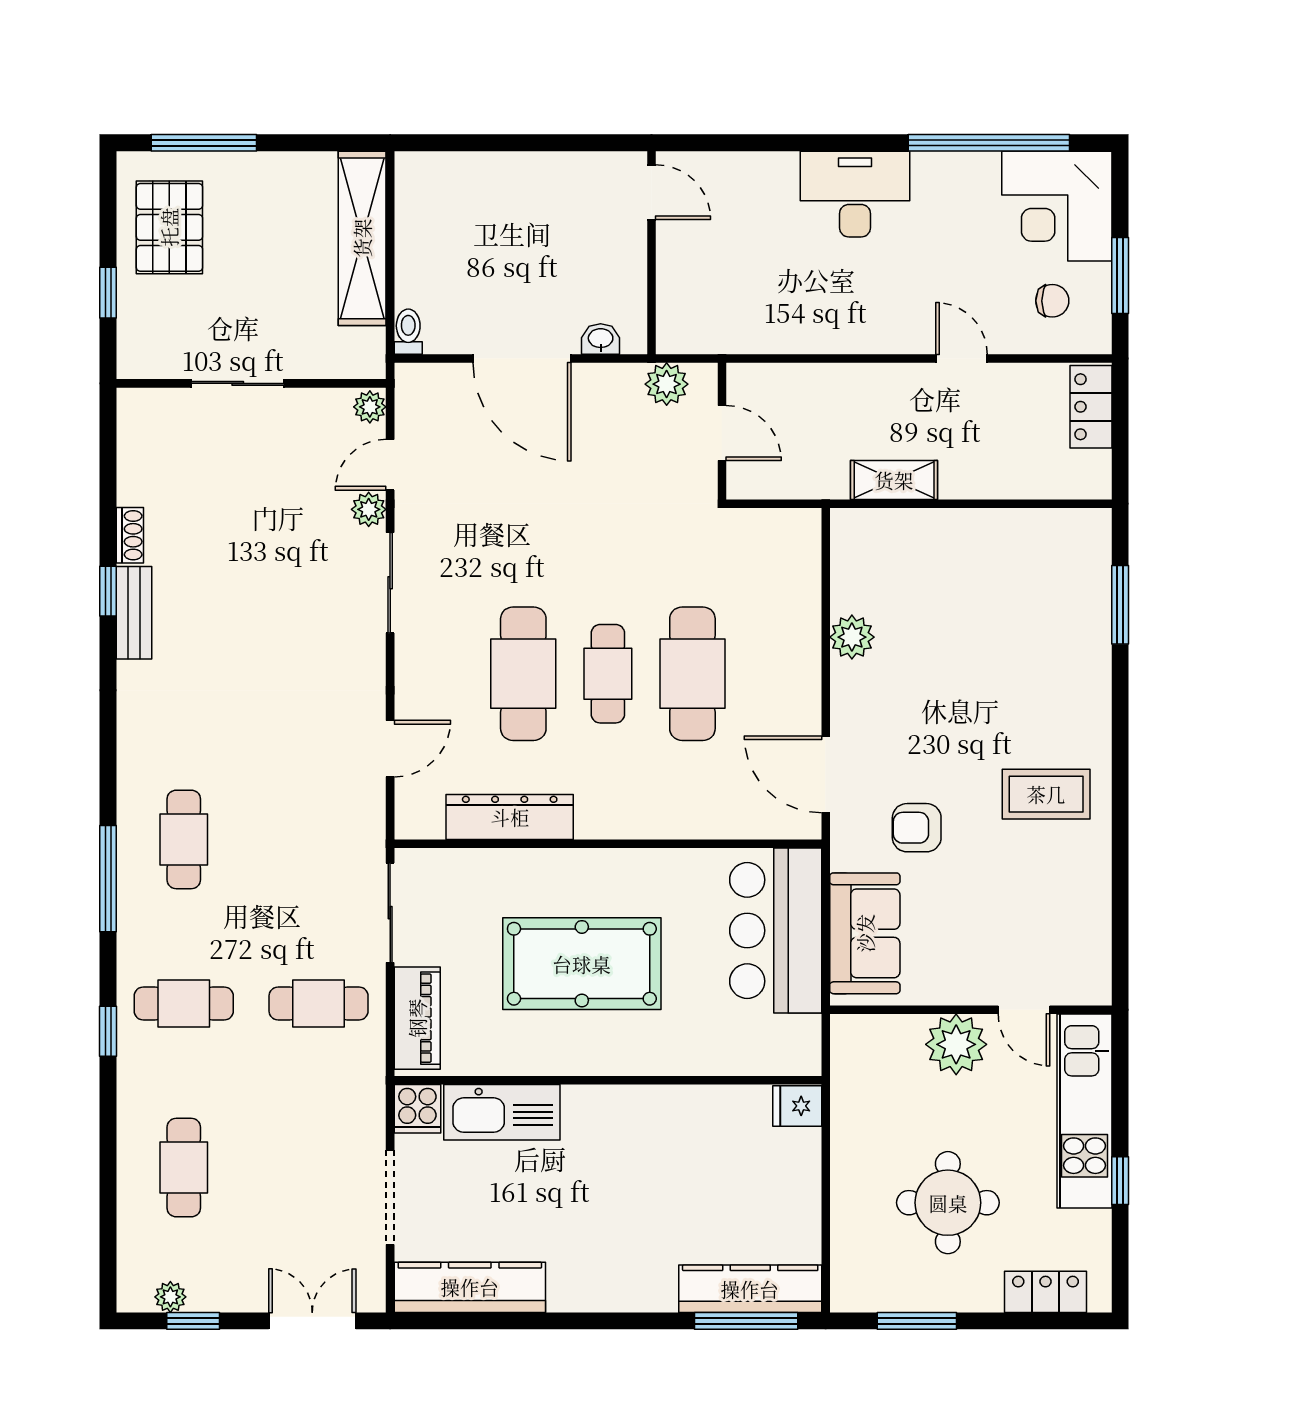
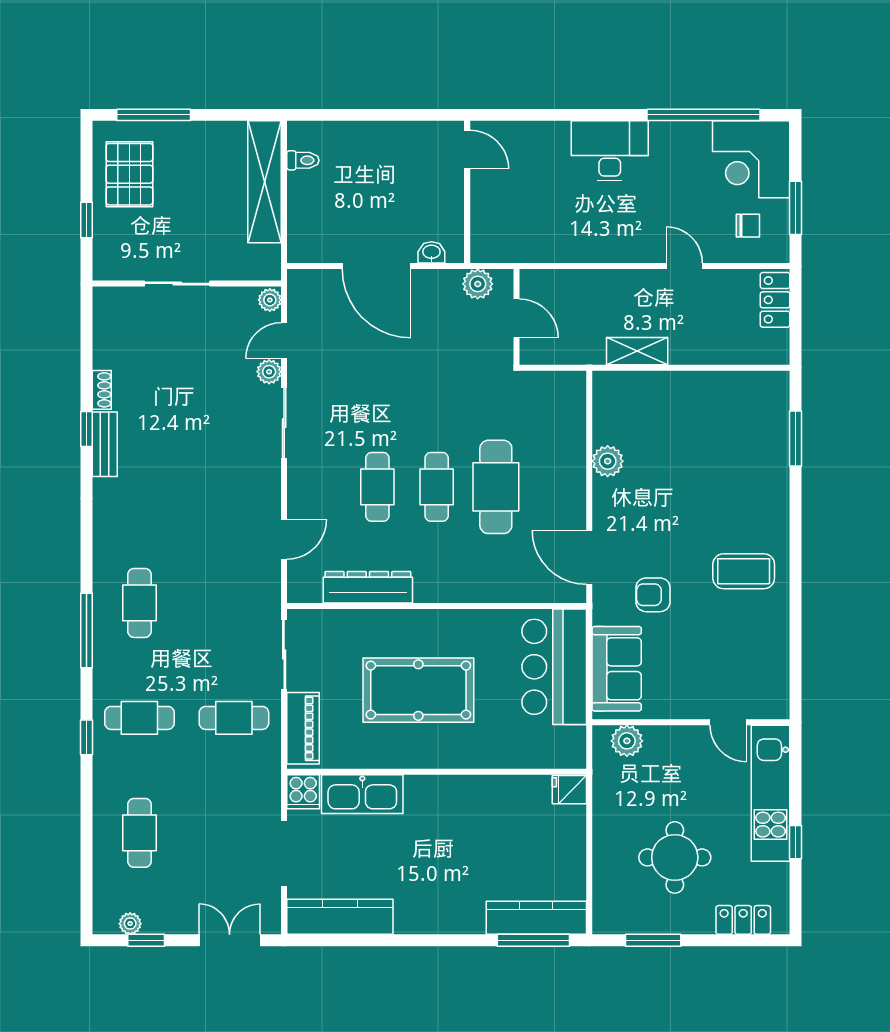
toilet: (408, 332) -> (303, 160), moved, turned 90
cafe table: (523, 674) -> (377, 487), width x0.73, depth x0.74
plant: (956, 1044) -> (627, 741), moved, width x0.73, depth x0.73

